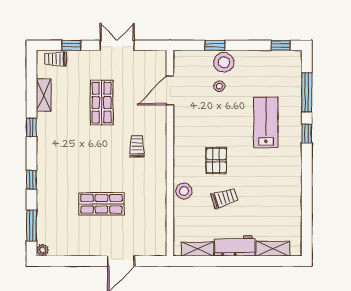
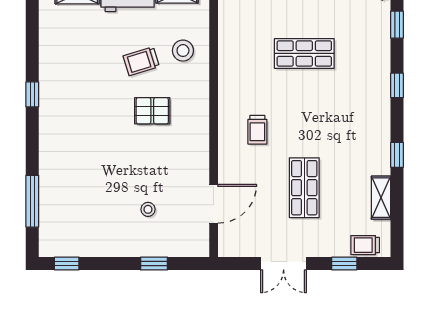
trolley: (56, 59) -> (365, 245), turned 180
stool: (224, 62) -> (142, 241), removed
lab bench: (266, 123) -> (86, 161), removed
window: (307, 134) -> (32, 94), moved
pallet: (216, 161) -> (152, 111), turned 90
stool: (184, 191) -> (183, 51), moved
window: (32, 226) -> (397, 25), width x0.67

